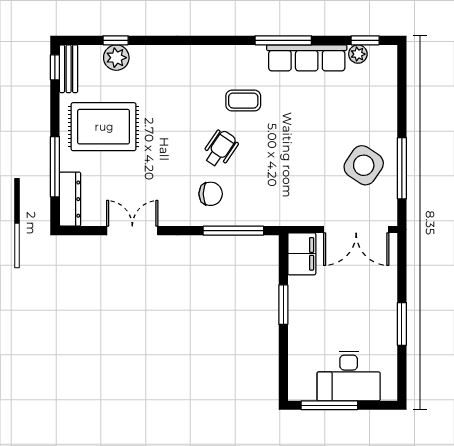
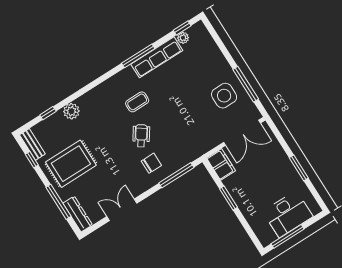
plant: (116, 58) -> (71, 111), moved
window: (55, 67) -> (32, 160), moved
side table: (364, 165) -> (224, 96), turned -34

